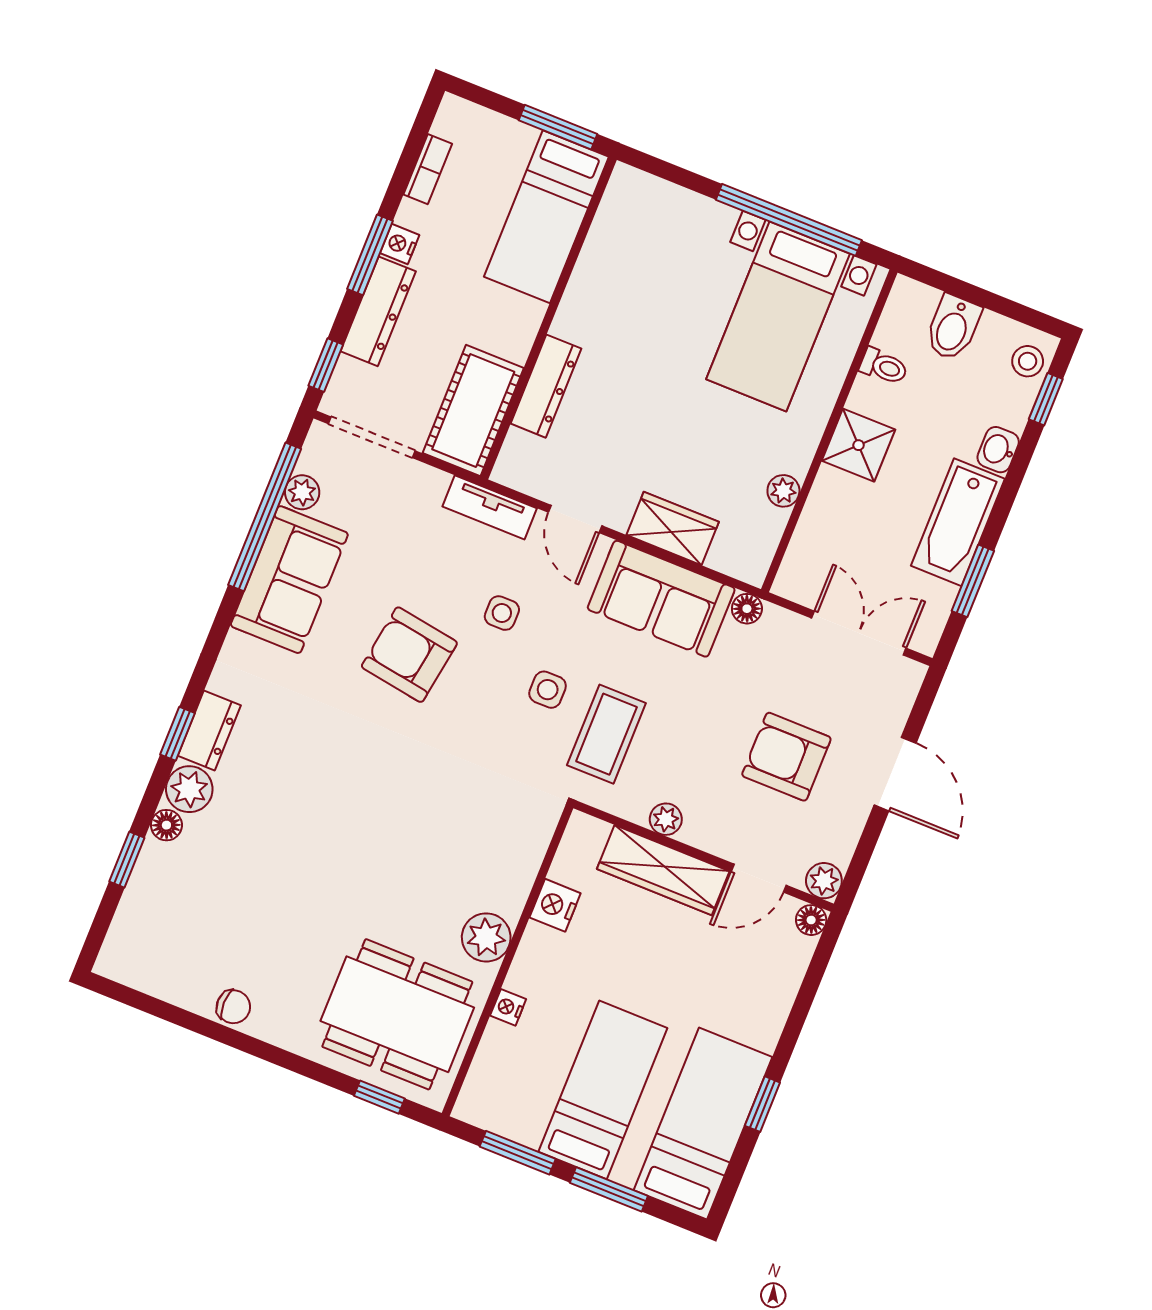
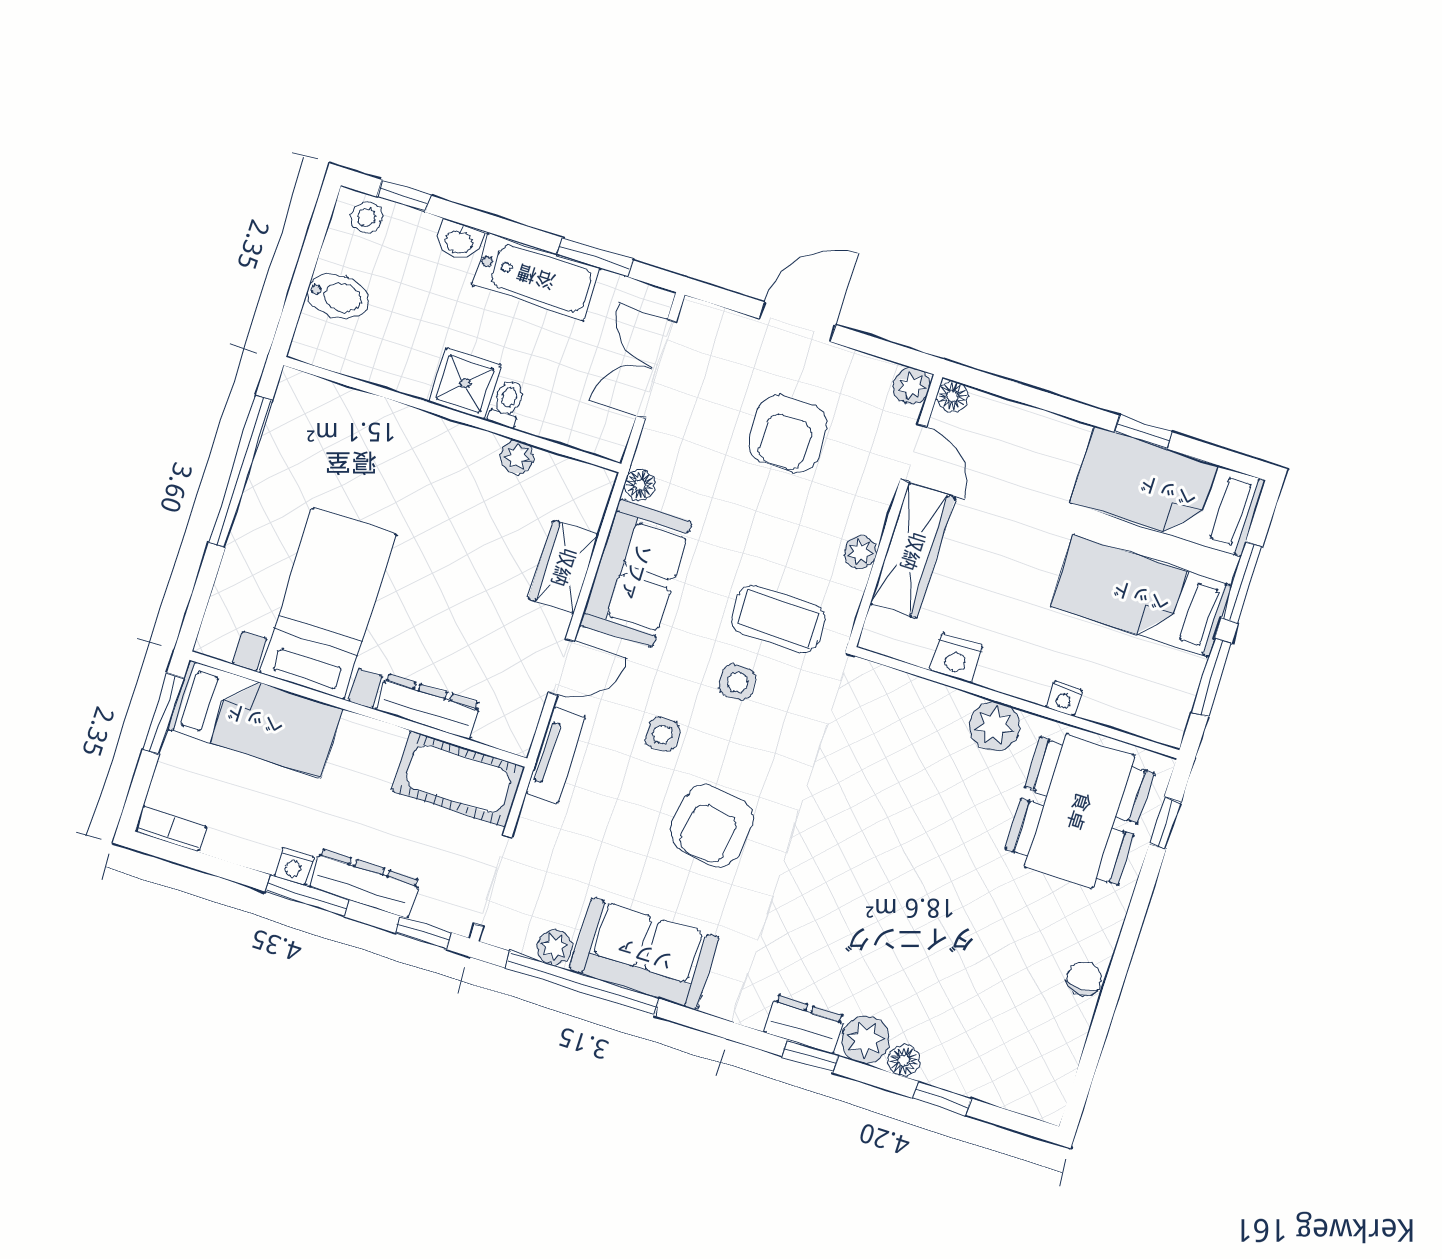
bookcase: (428, 169) -> (171, 829), moved
bed with nightstands: (778, 316) -> (328, 604), moved, turned -90
toilet: (884, 366) -> (507, 404), moved

